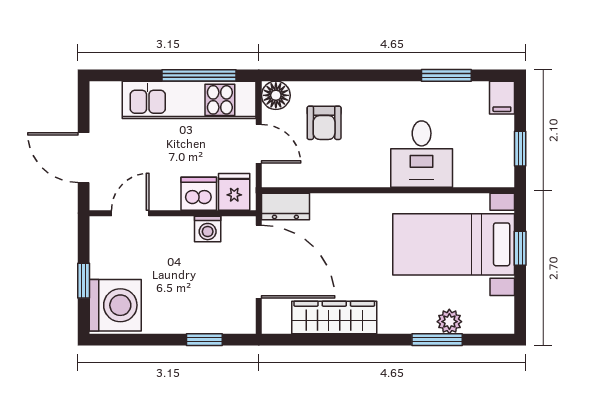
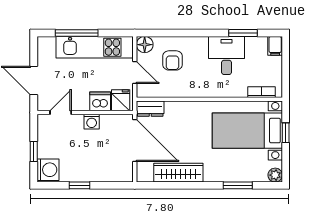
window: (199, 75) -> (77, 33), moved
window: (520, 149) -> (286, 75), removed
desk: (422, 154) -> (227, 55), moved, turned 180
bookcase: (478, 178) -> (262, 92), added
washing machine: (208, 229) -> (92, 122), moved
washing machine: (115, 305) -> (48, 170), width x0.73, depth x0.73
plant: (449, 322) -> (275, 175), moved
window: (204, 340) -> (79, 185), moved

